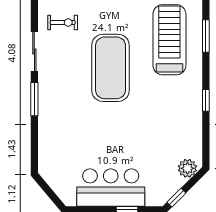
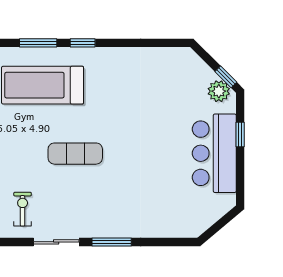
exercise mat: (111, 68) -> (75, 154), width x0.50, depth x0.69
window: (206, 100) -> (83, 43), moved
plant: (187, 168) -> (219, 91), moved

